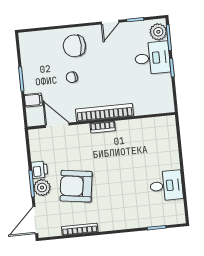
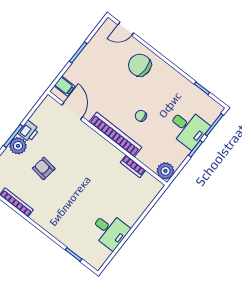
door: (110, 22) -> (126, 29), moved
plant: (158, 32) -> (165, 171), moved
chair: (72, 77) -> (141, 116), moved
filing cabinet: (33, 100) -> (65, 86), moved
bookcase: (103, 127) -> (133, 166), moved
armchair: (76, 186) -> (44, 168), width x0.53, depth x0.53

